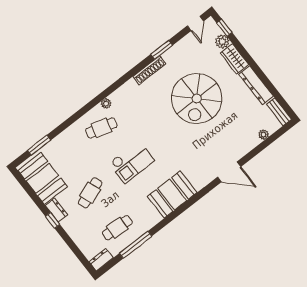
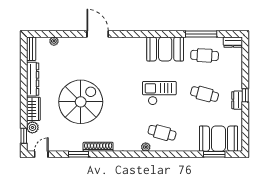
booth: (43, 178) -> (218, 139), moved, turned 90
cafe table: (90, 193) -> (205, 94), turned 36
booth: (172, 194) -> (165, 49), moved

